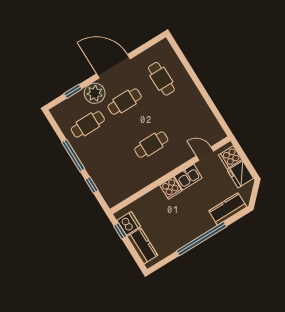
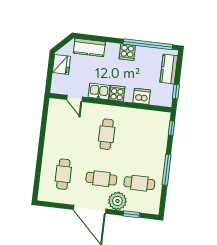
cafe table: (151, 145) -> (107, 134), turned 90
cooker: (230, 157) -> (127, 52), moved, turned 90
window: (92, 185) -> (172, 128), moved
dishwasher: (129, 223) -> (142, 96), moved, turned 90
window: (202, 239) -> (148, 44), moved

